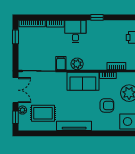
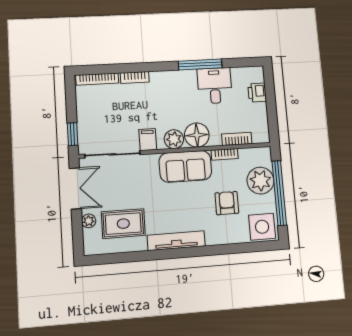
window: (97, 17) -> (200, 64), width x2.17
desk: (75, 31) -> (215, 86), moved
window: (15, 37) -> (73, 134), moved
floor lamp: (92, 62) -> (197, 135), added
armchair: (107, 105) -> (227, 203), turned -90
window: (15, 117) -> (78, 234), removed

